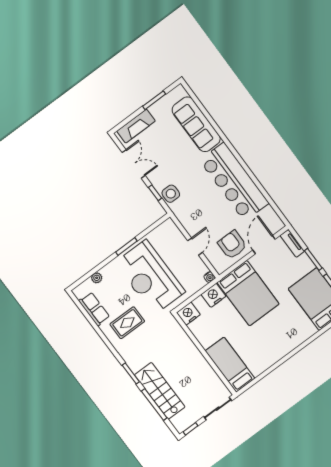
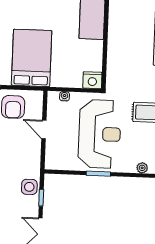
door: (195, 247) -> (44, 129), hinge flipped
water cooler: (209, 277) -> (64, 96), moved
nightstand: (214, 295) -> (61, 79), removed

